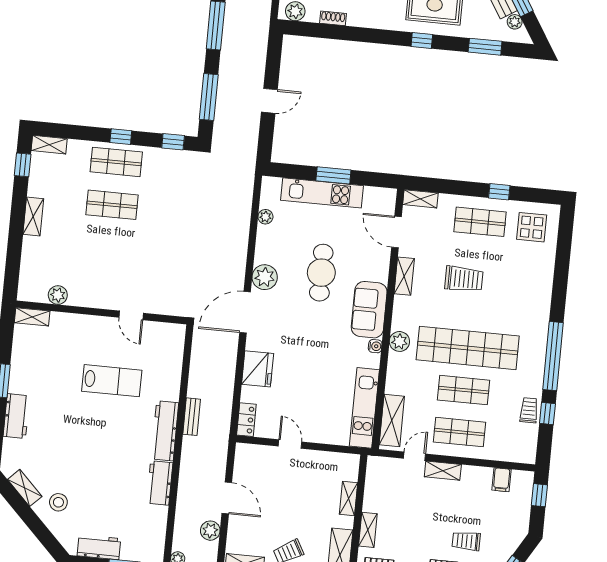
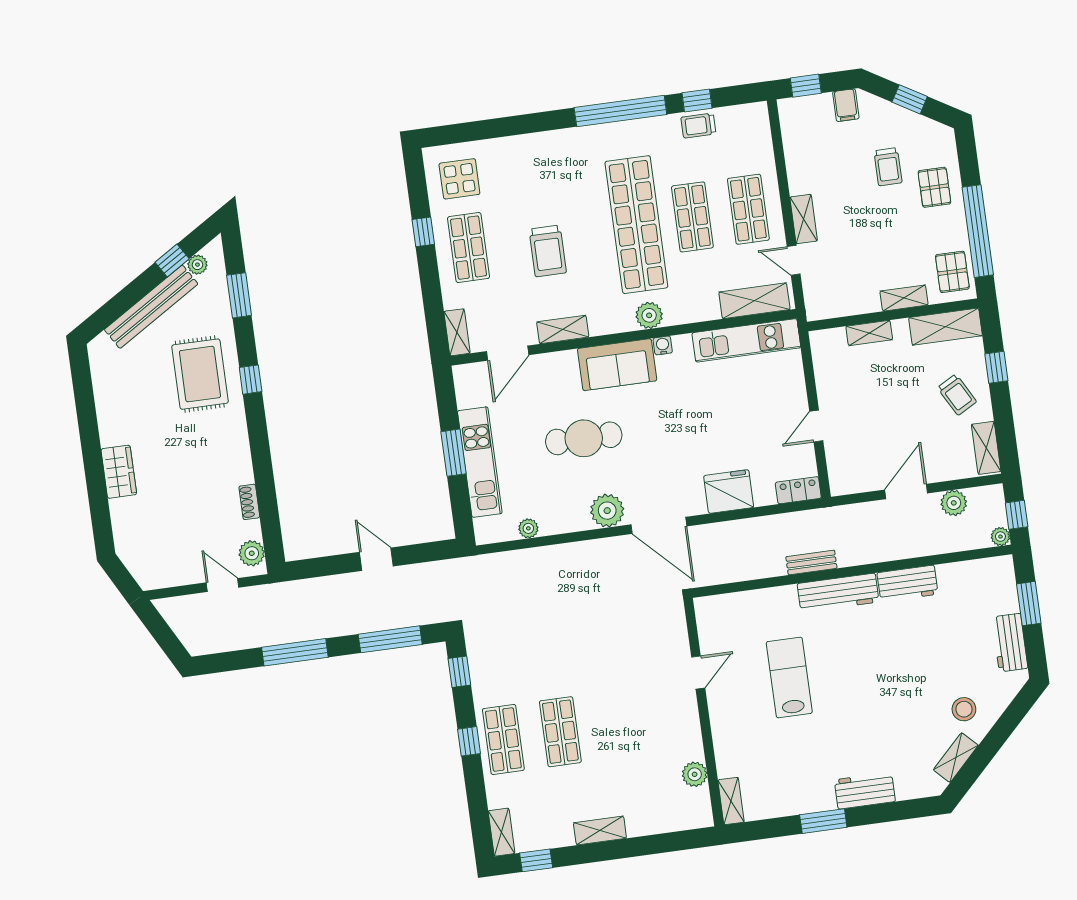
trolley: (464, 279) -> (548, 251), turned 180
filing cabinet: (501, 480) -> (846, 105), moved, turned 90

